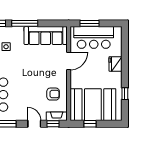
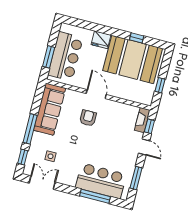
door: (69, 61) -> (96, 94), moved
armchair: (53, 94) -> (88, 118), moved
booth: (93, 105) -> (133, 59), moved, turned 90
door: (34, 124) -> (144, 147), swing flipped

